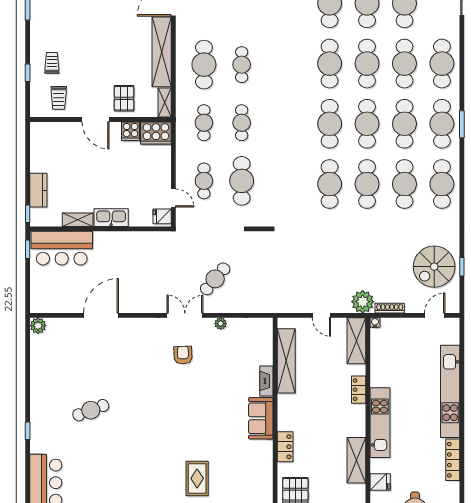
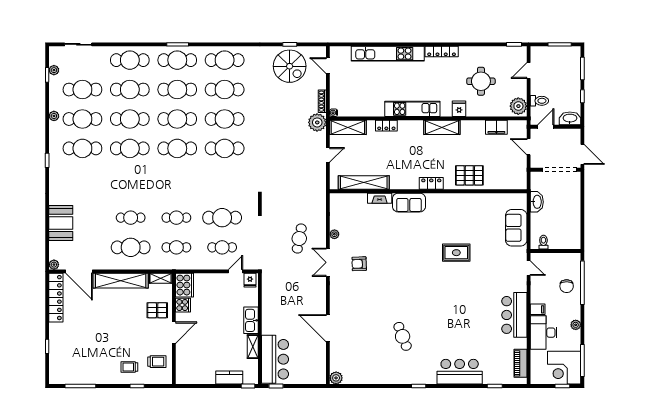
cafe table: (215, 279) -> (299, 239), turned 61

